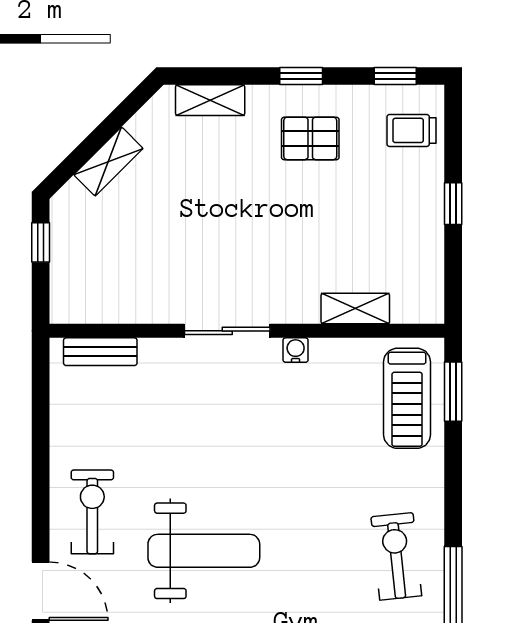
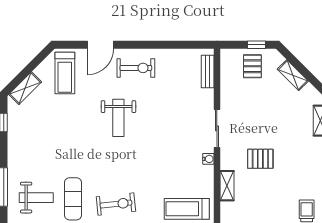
pallet: (310, 138) -> (260, 159), moved, turned 90
pallet: (89, 251) -> (252, 66), added
weight bench: (204, 551) -> (118, 118), width x0.73, depth x0.75

